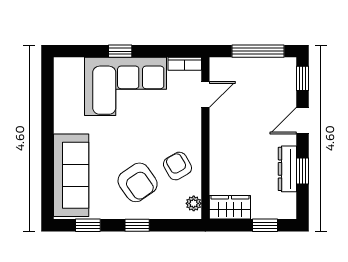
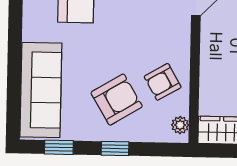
armchair: (177, 166) -> (163, 82), turned -90
armchair: (138, 182) -> (117, 100), turned -86

